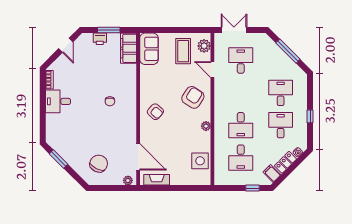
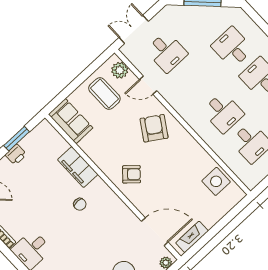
filing cabinet: (129, 48) -> (78, 167), moved
desk: (241, 61) -> (167, 52), turned 180
plant: (206, 126) -> (191, 144), removed

